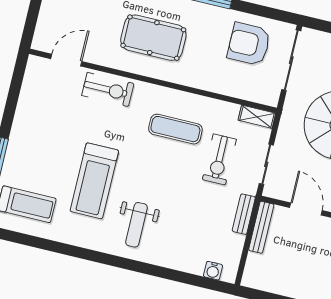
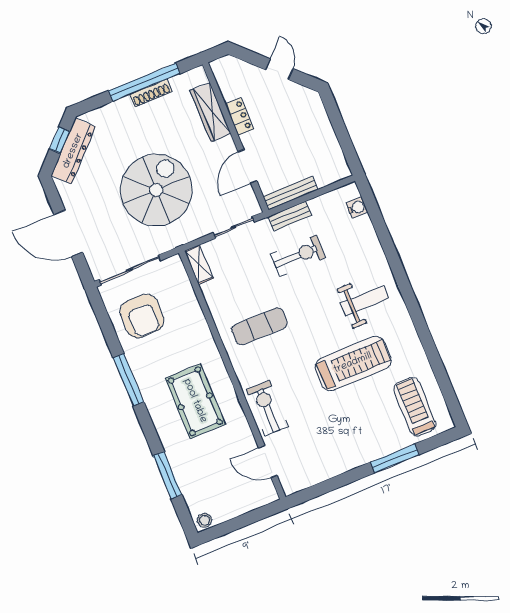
exercise mat: (175, 129) -> (259, 326), turned 90
exercise bike: (219, 159) -> (298, 256), moved

